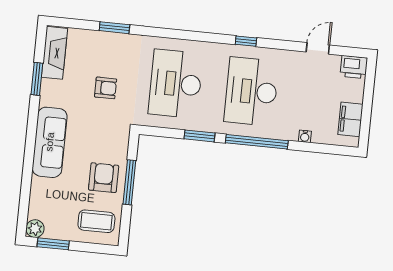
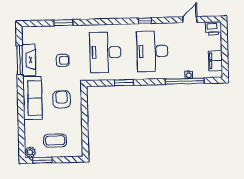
fireplace: (54, 53) -> (29, 60), moved
window: (37, 79) -> (20, 60), width x1.44
window: (257, 142) -> (185, 81), moved
armchair: (104, 178) -> (62, 99), moved
window: (129, 182) -> (85, 116), removed
coffee table: (96, 221) -> (55, 140), moved

